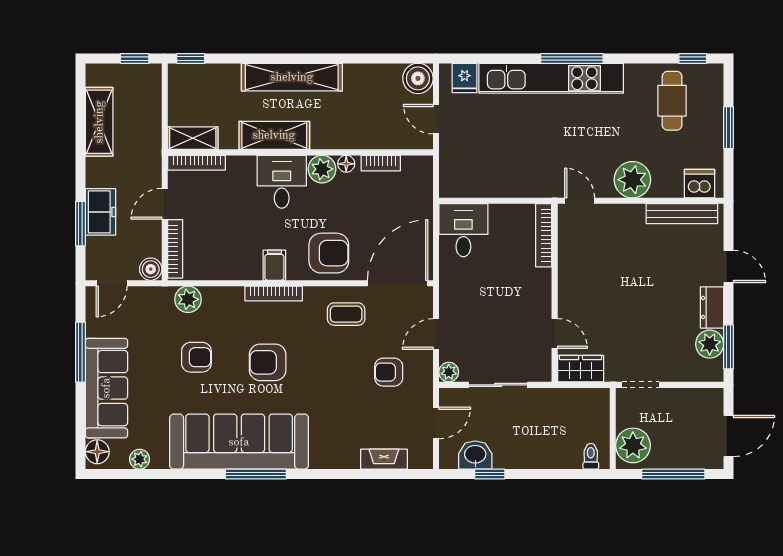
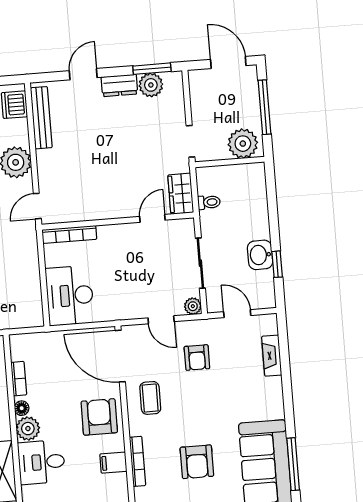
desk: (463, 230) -> (70, 296), width x1.37
washbasin: (475, 455) -> (260, 255), moved
toilet: (591, 456) -> (209, 202), moved, turned 180

